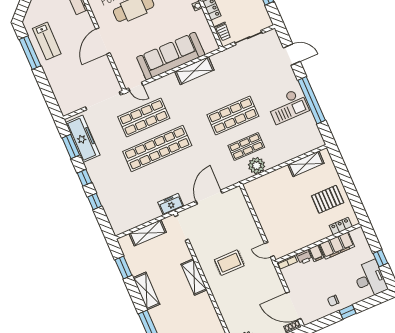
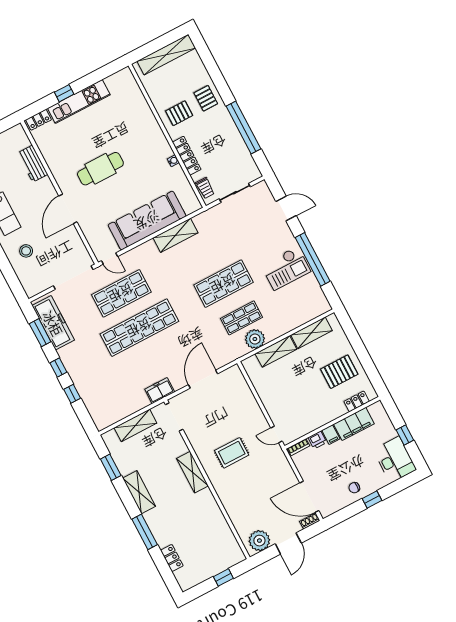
stool: (64, 75) -> (26, 251), added
shelving: (274, 178) -> (276, 351), added

